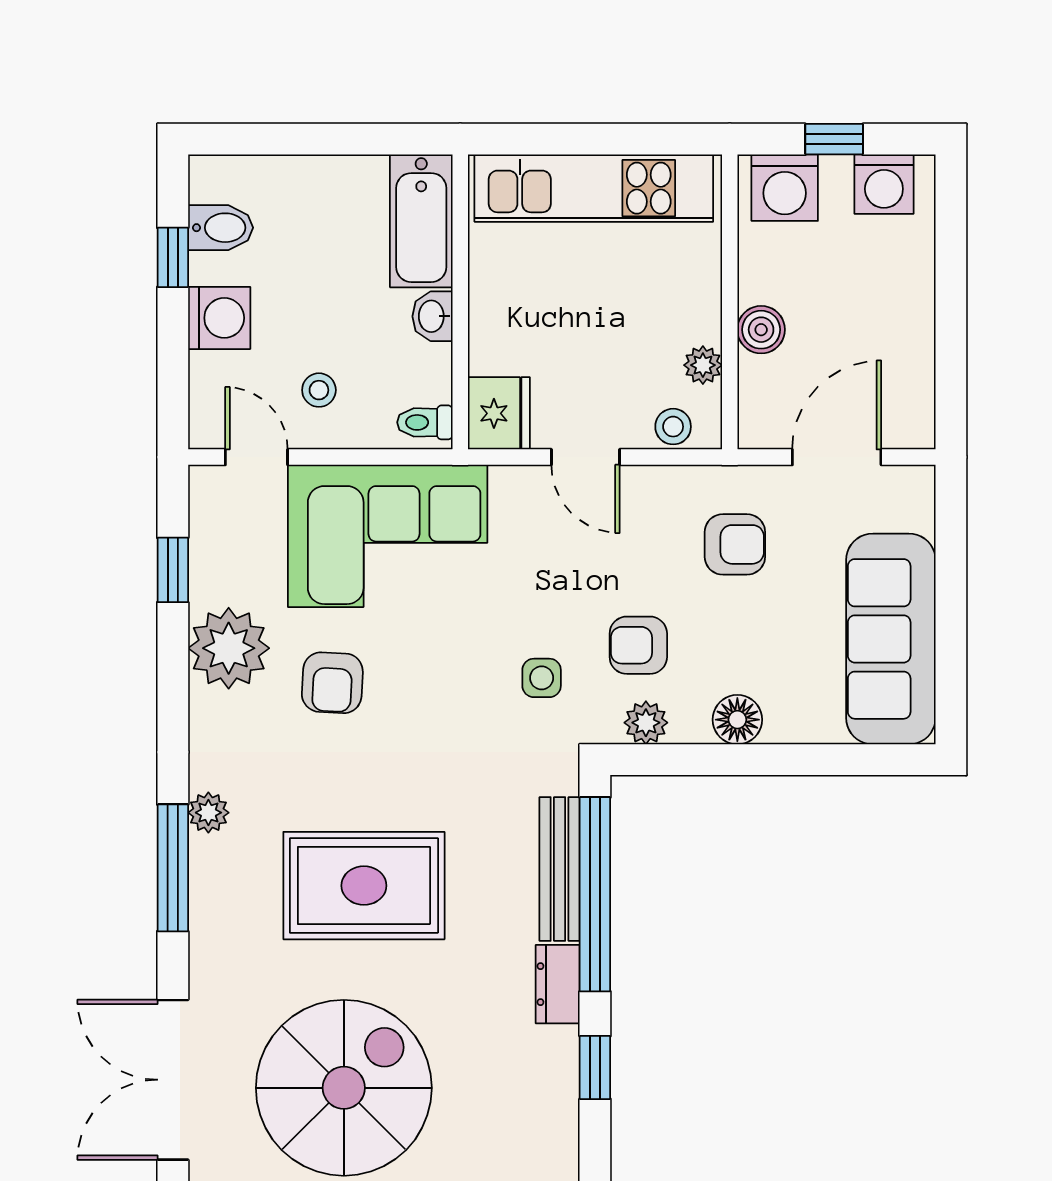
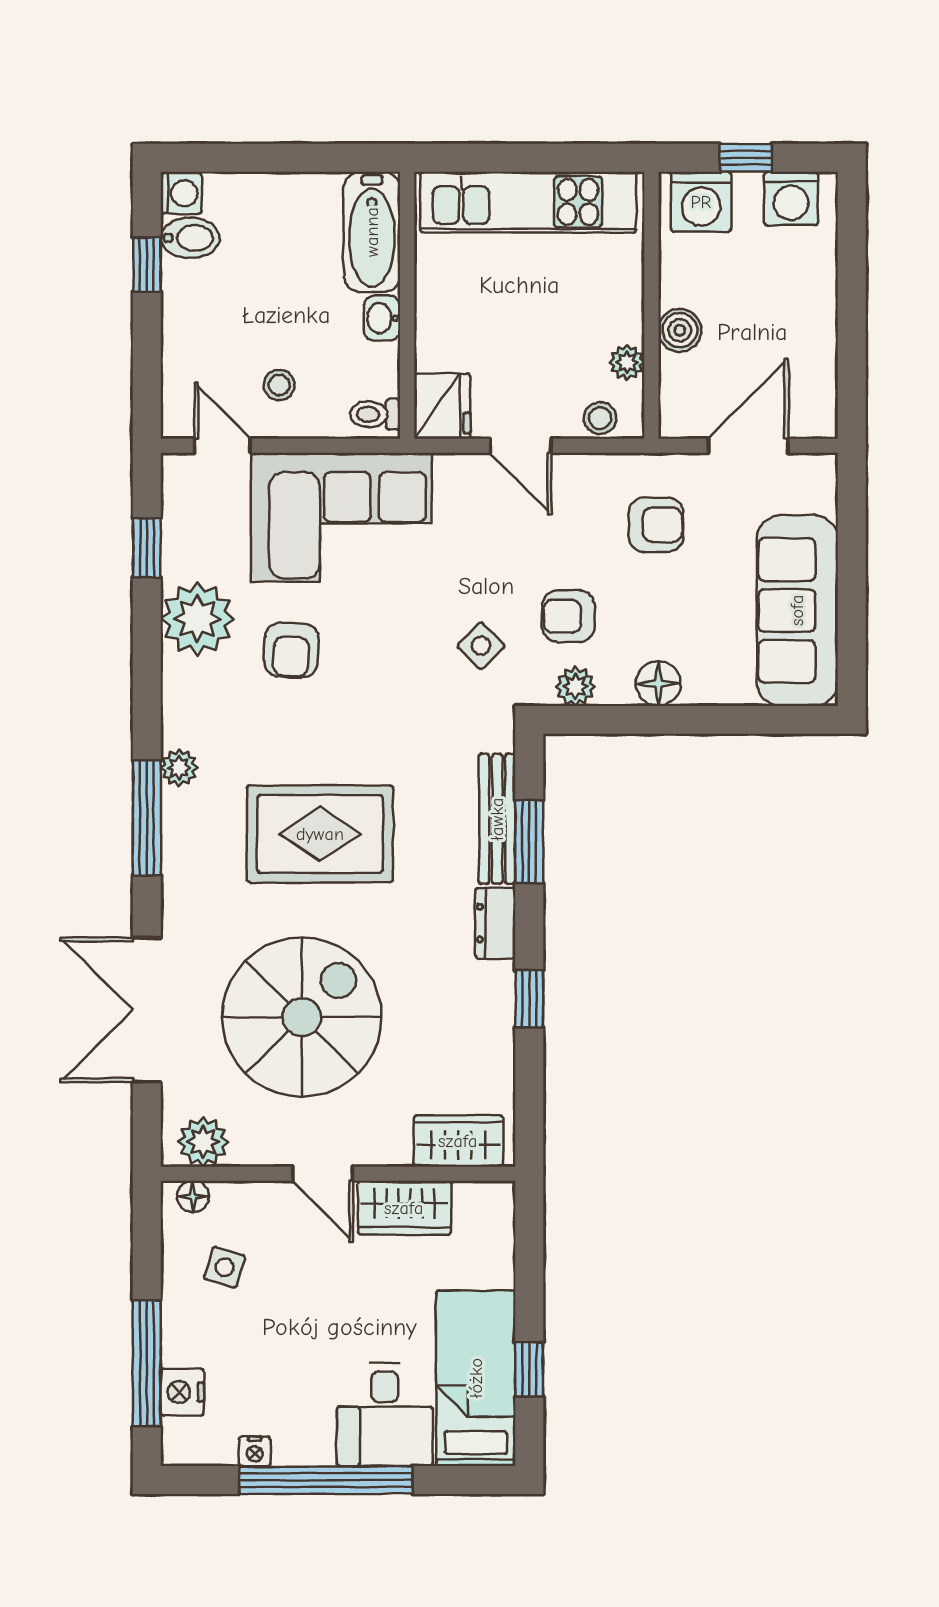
washing machine: (219, 318) -> (181, 193), moved, width x0.73, depth x0.73
side table: (542, 678) -> (481, 646), turned 45
window: (595, 894) -> (529, 842), width x0.47

